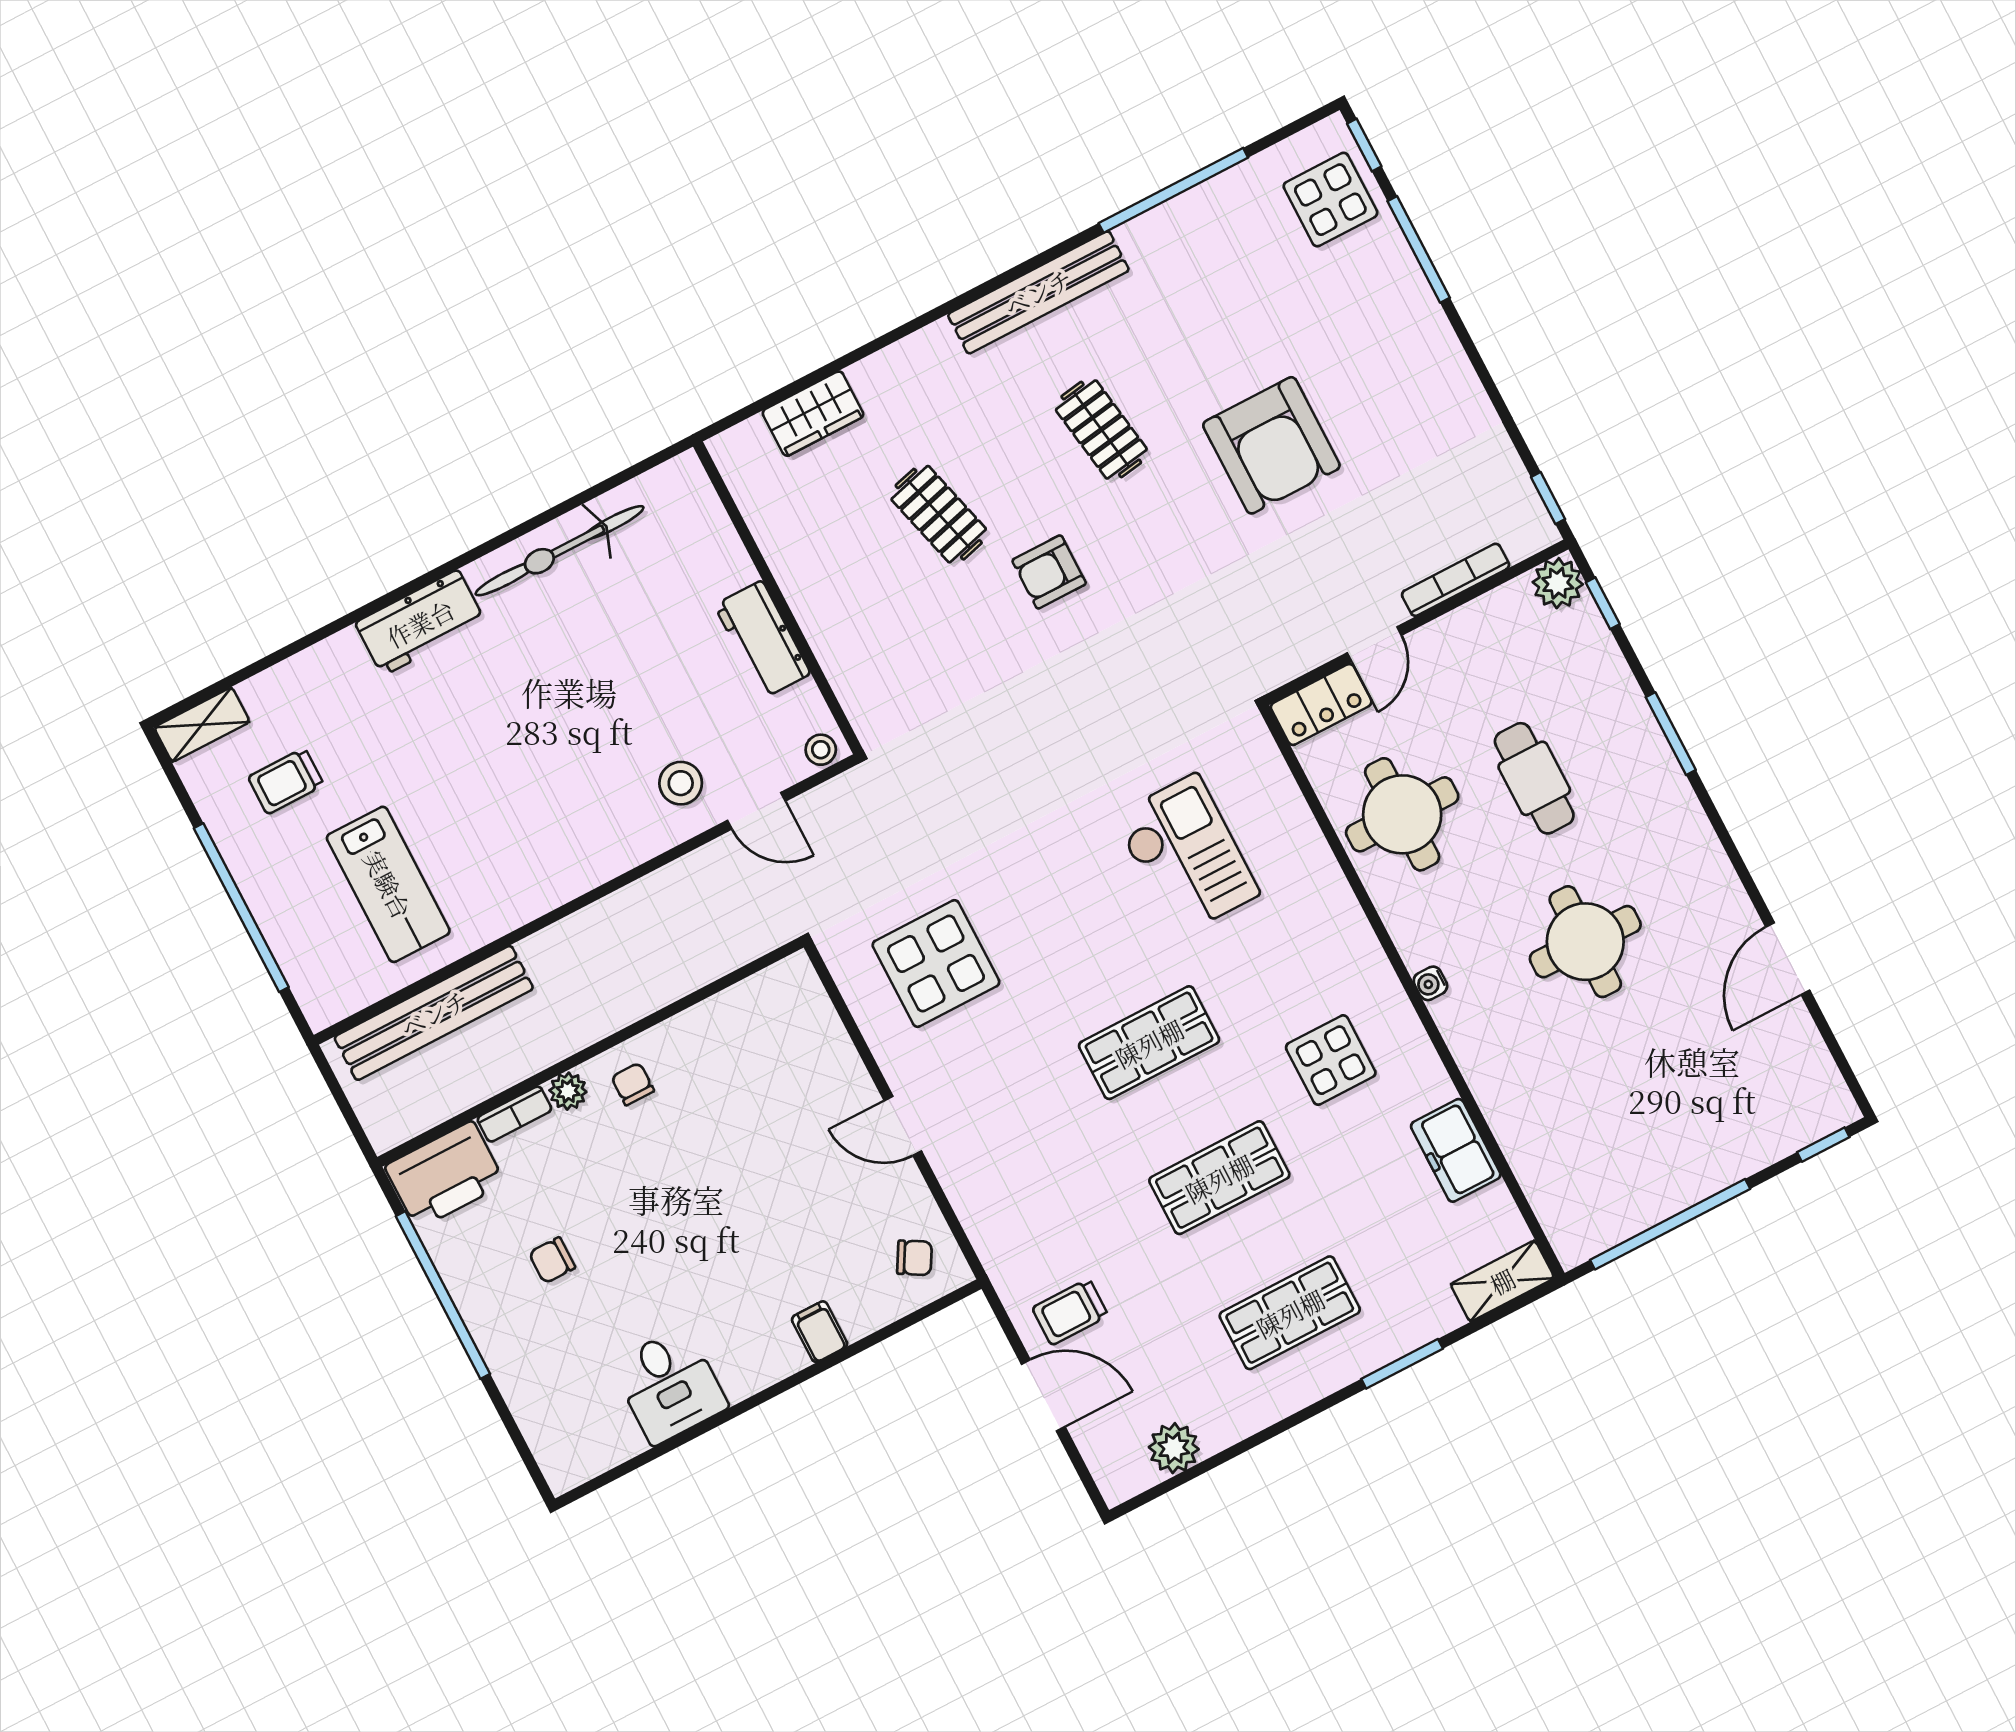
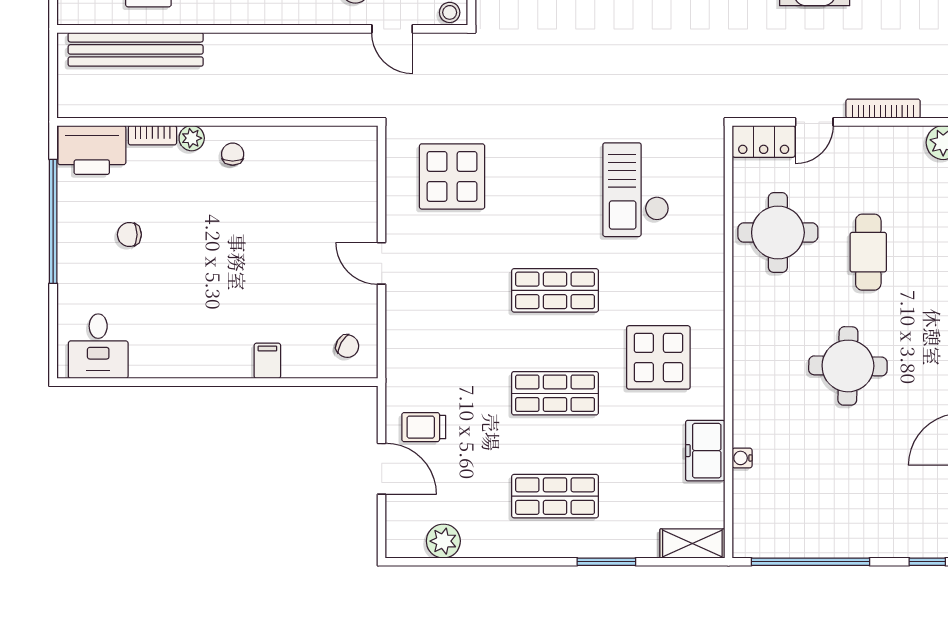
checkout: (1186, 855) -> (636, 190), turned 180
water cooler: (1430, 983) -> (742, 458), moved
display table: (1331, 1060) -> (658, 357), width x1.36, depth x1.36
desk: (669, 1385) -> (98, 346), moved

